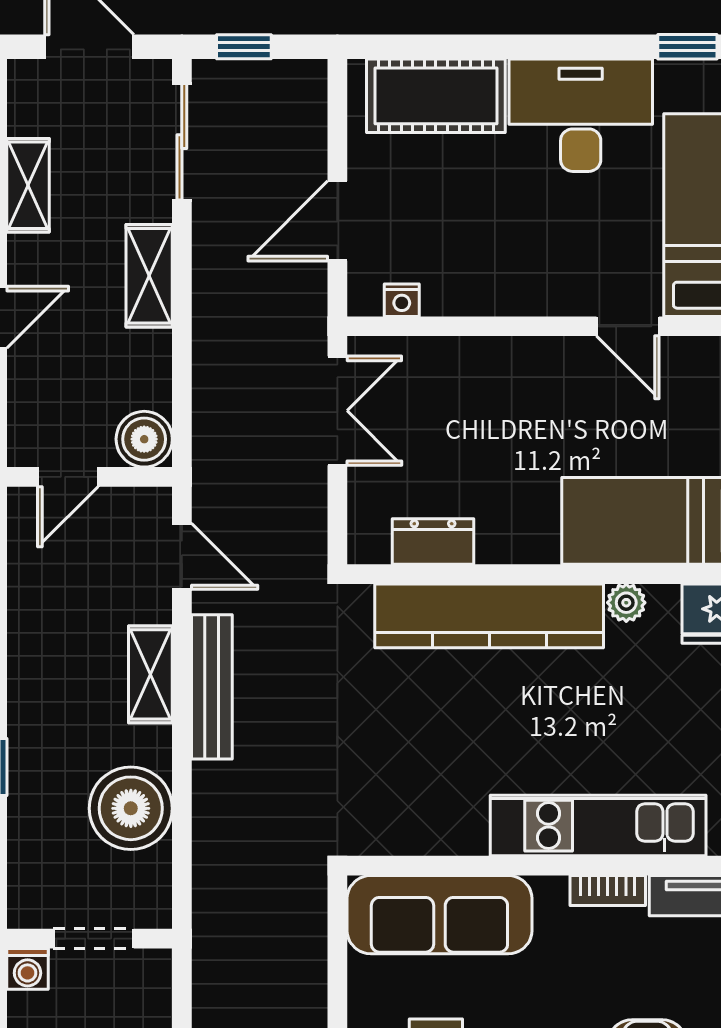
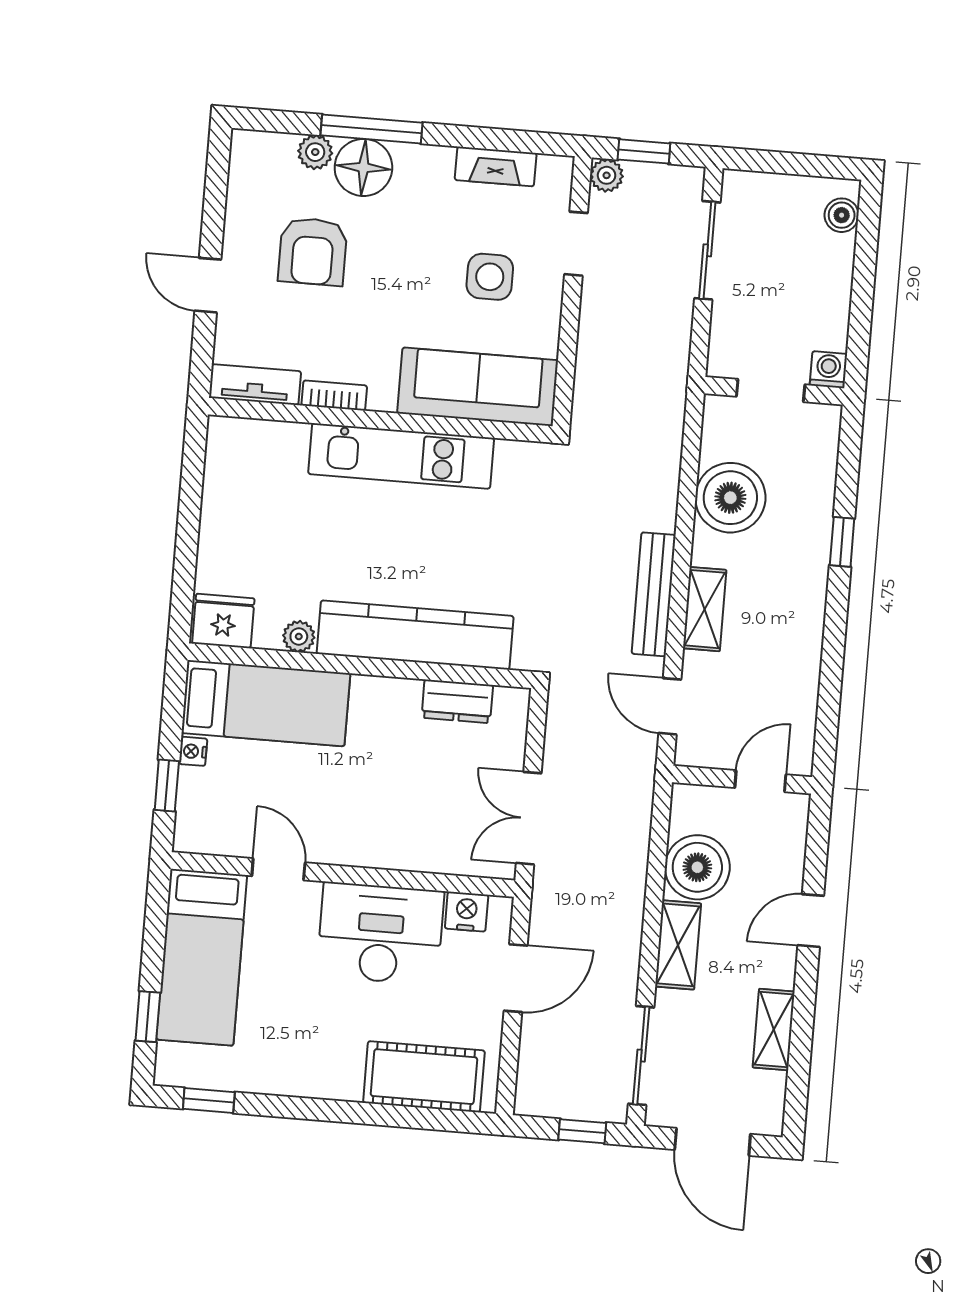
desk: (581, 115) -> (380, 934), moved, turned 180
nightstand: (402, 300) -> (467, 912), width x1.39, depth x1.35
boiler: (144, 439) -> (697, 867), moved, width x1.37, depth x1.37
kitchen unit: (598, 826) -> (401, 456), moved

